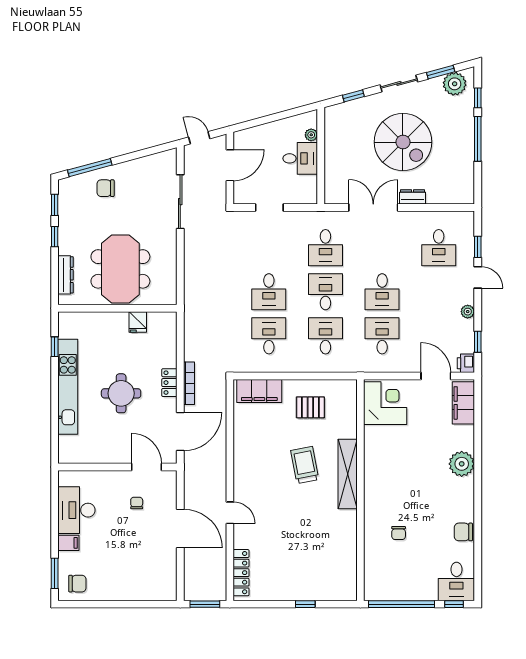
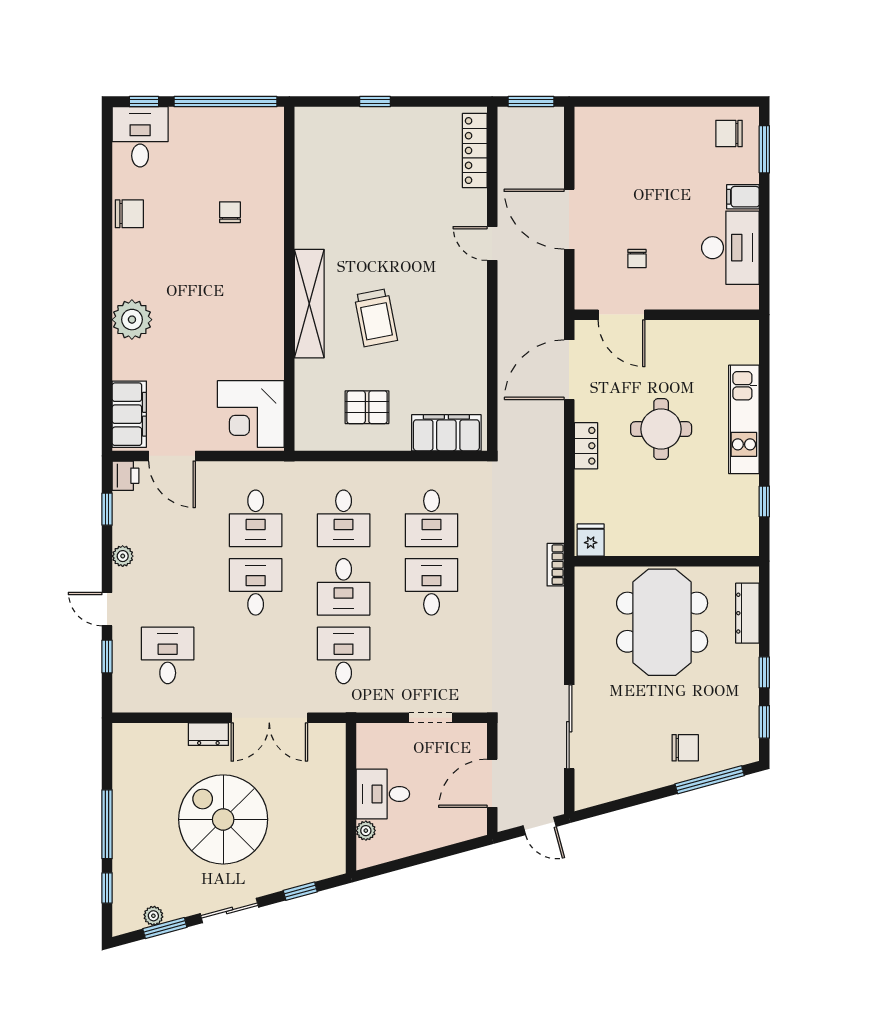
plant: (455, 84) -> (153, 916), width x0.53, depth x0.53
fridge: (138, 322) -> (591, 540), moved
bookcase: (189, 383) -> (556, 565), moved, width x0.64
kitchen unit: (68, 387) -> (744, 419), width x0.73

